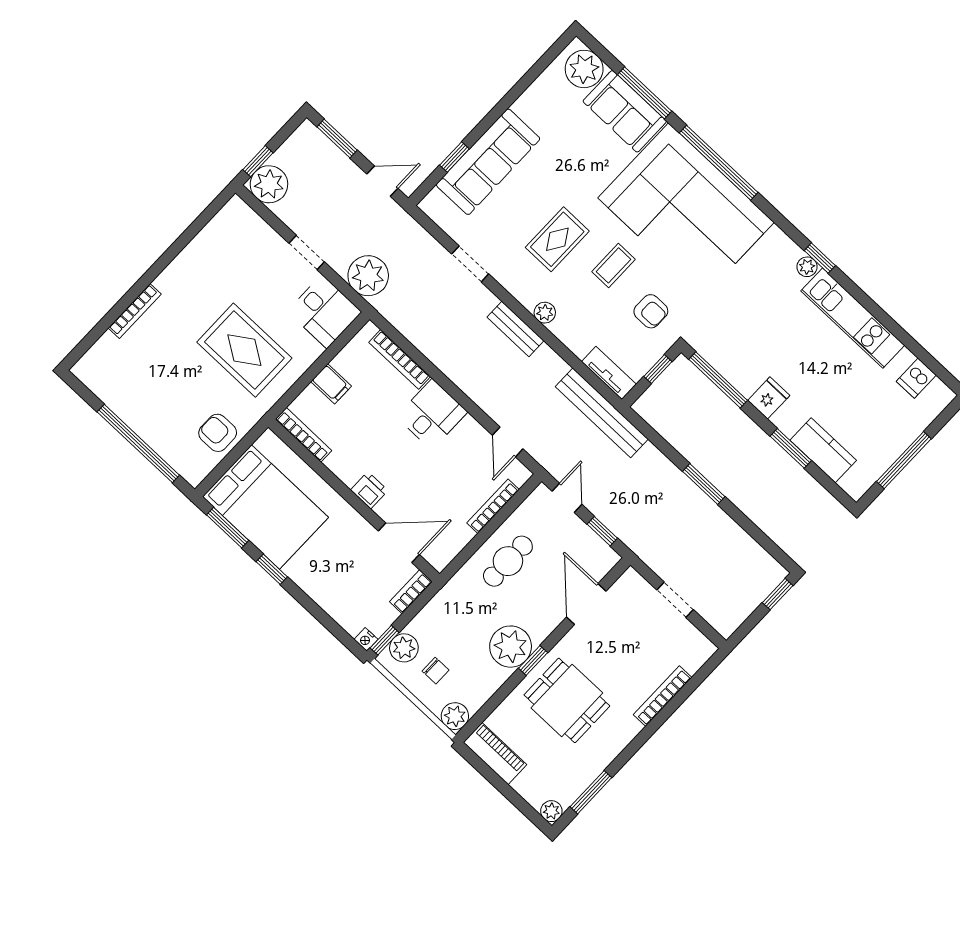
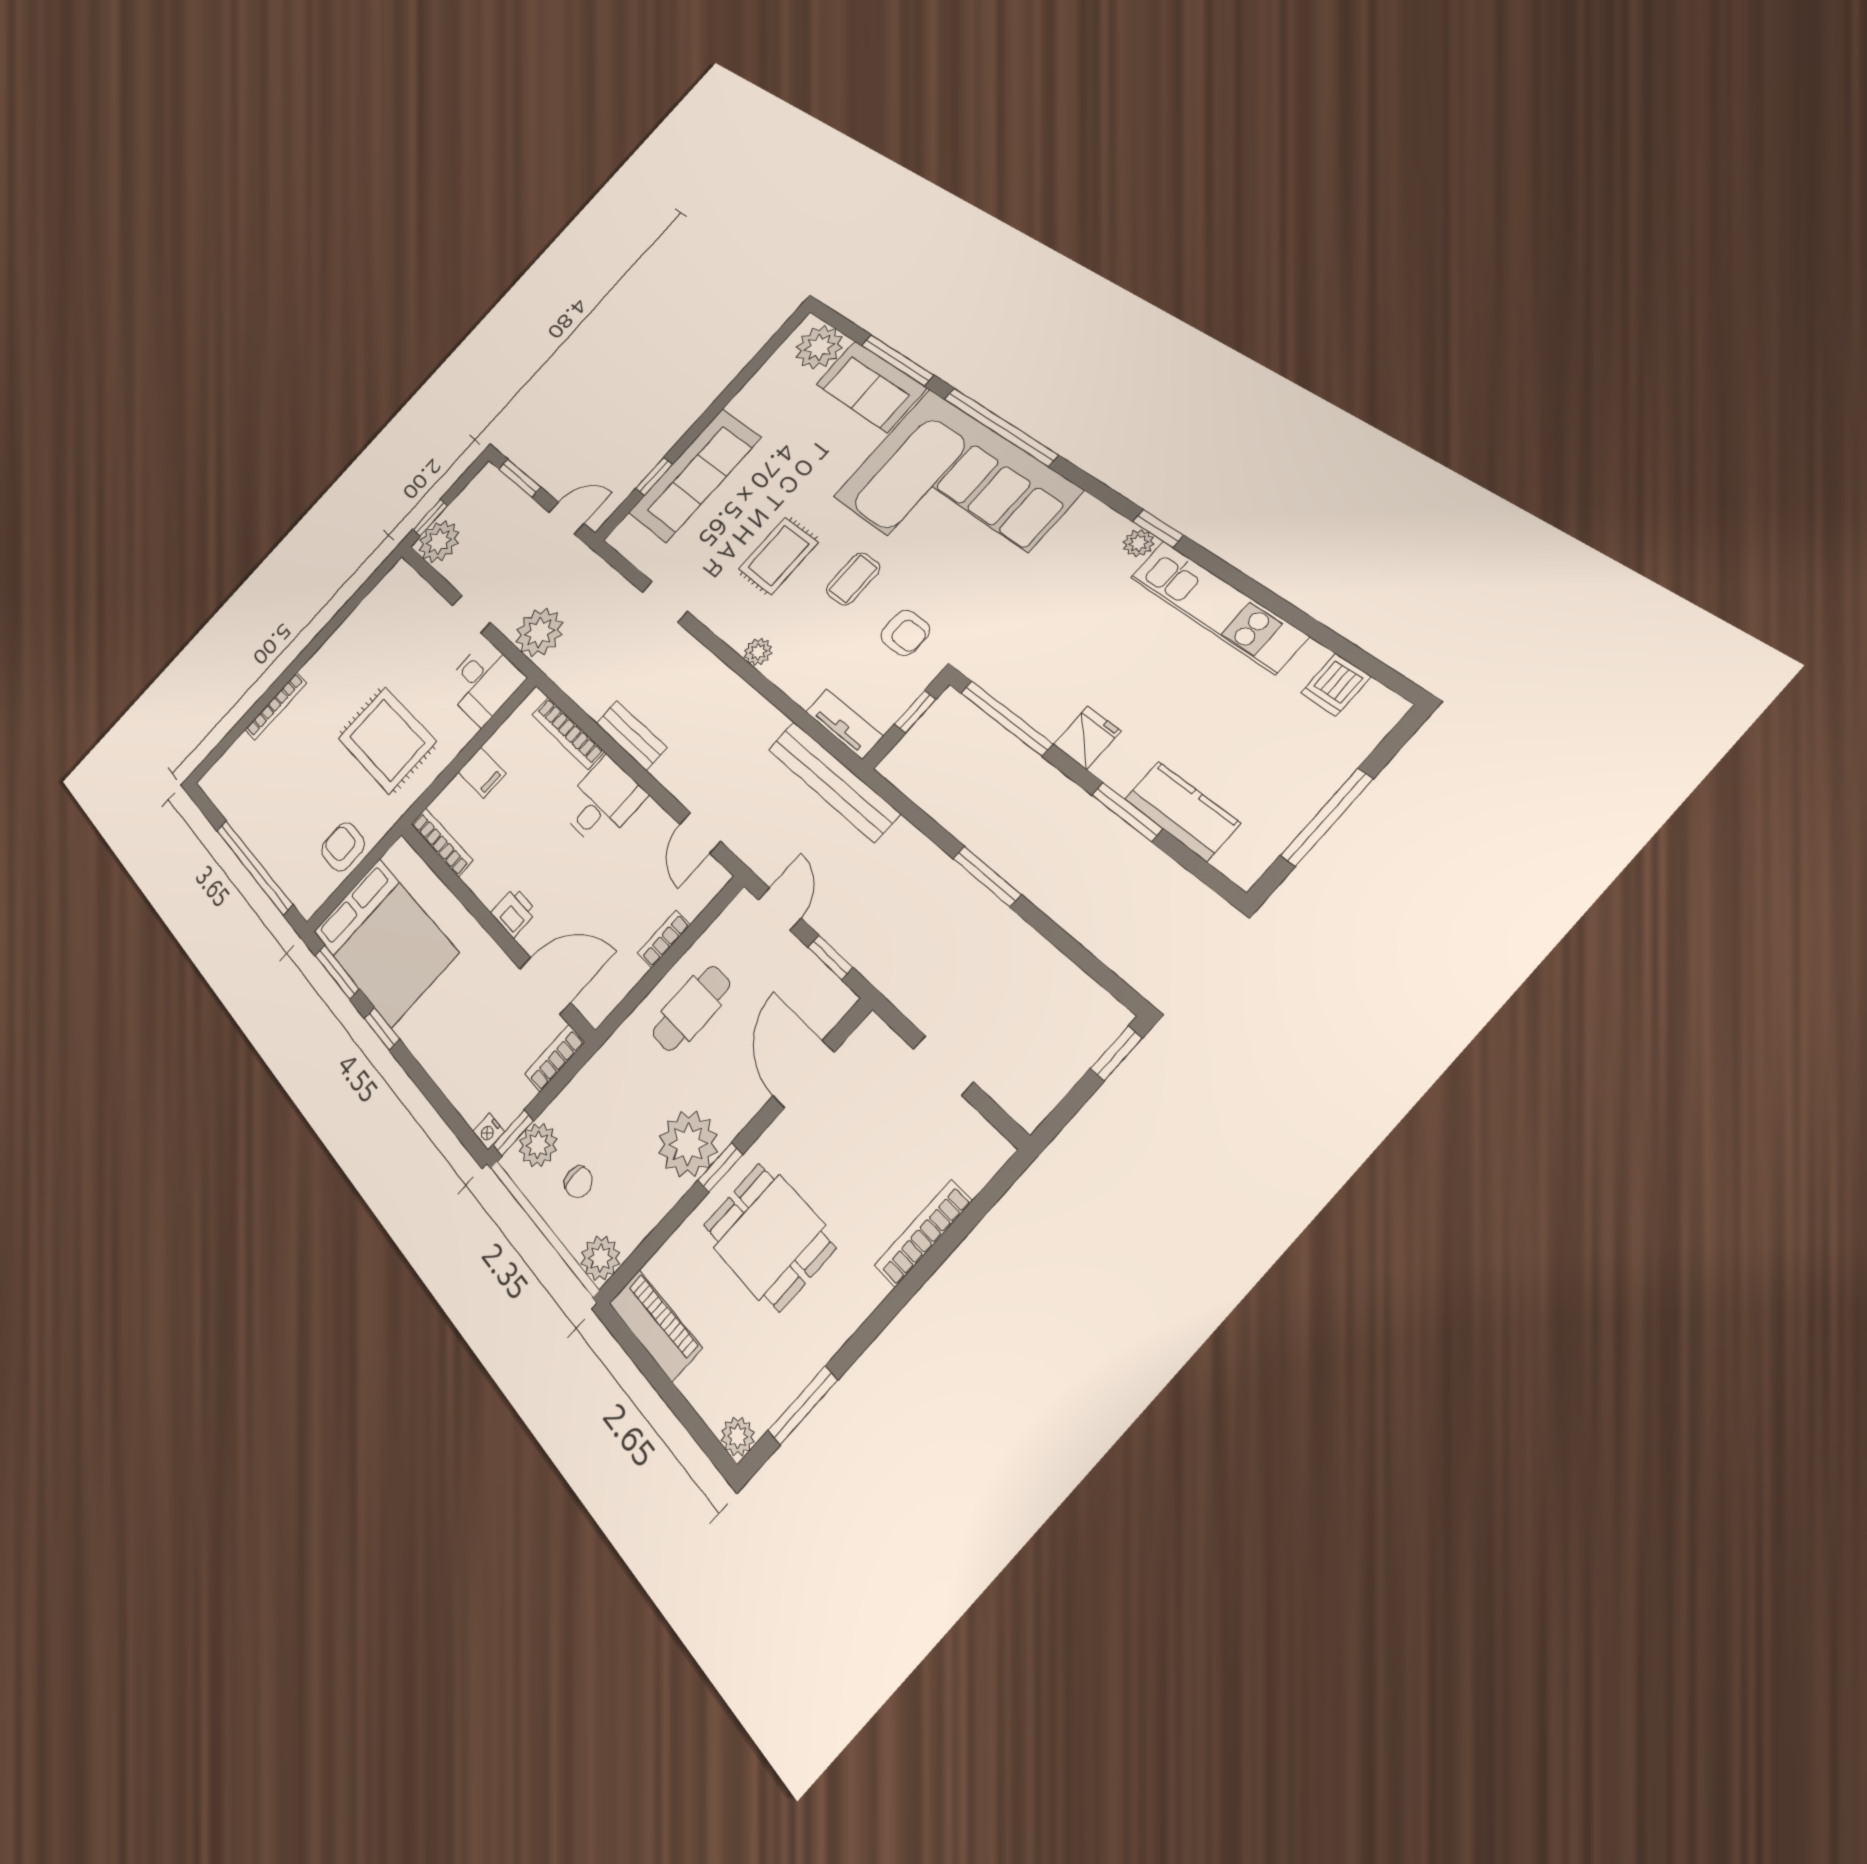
bench: (515, 329) -> (631, 735), moved
bookcase: (493, 506) -> (664, 939), width x0.64

